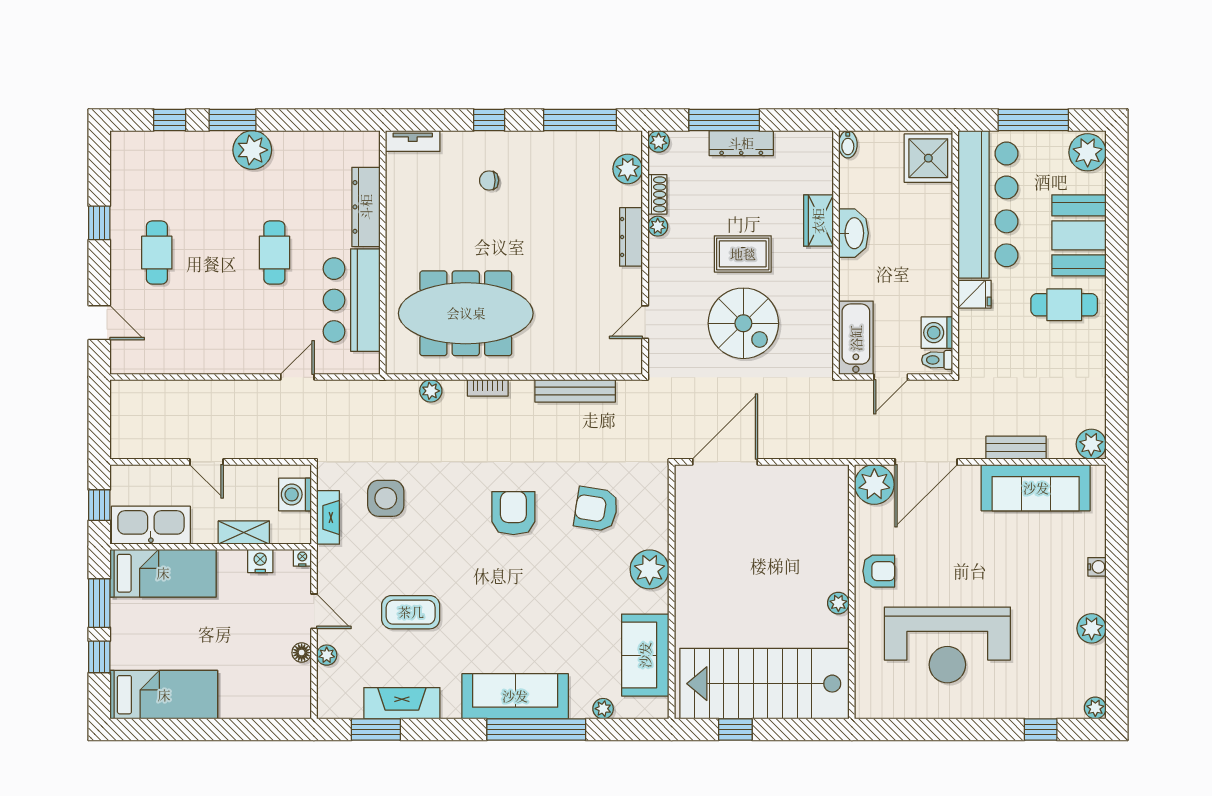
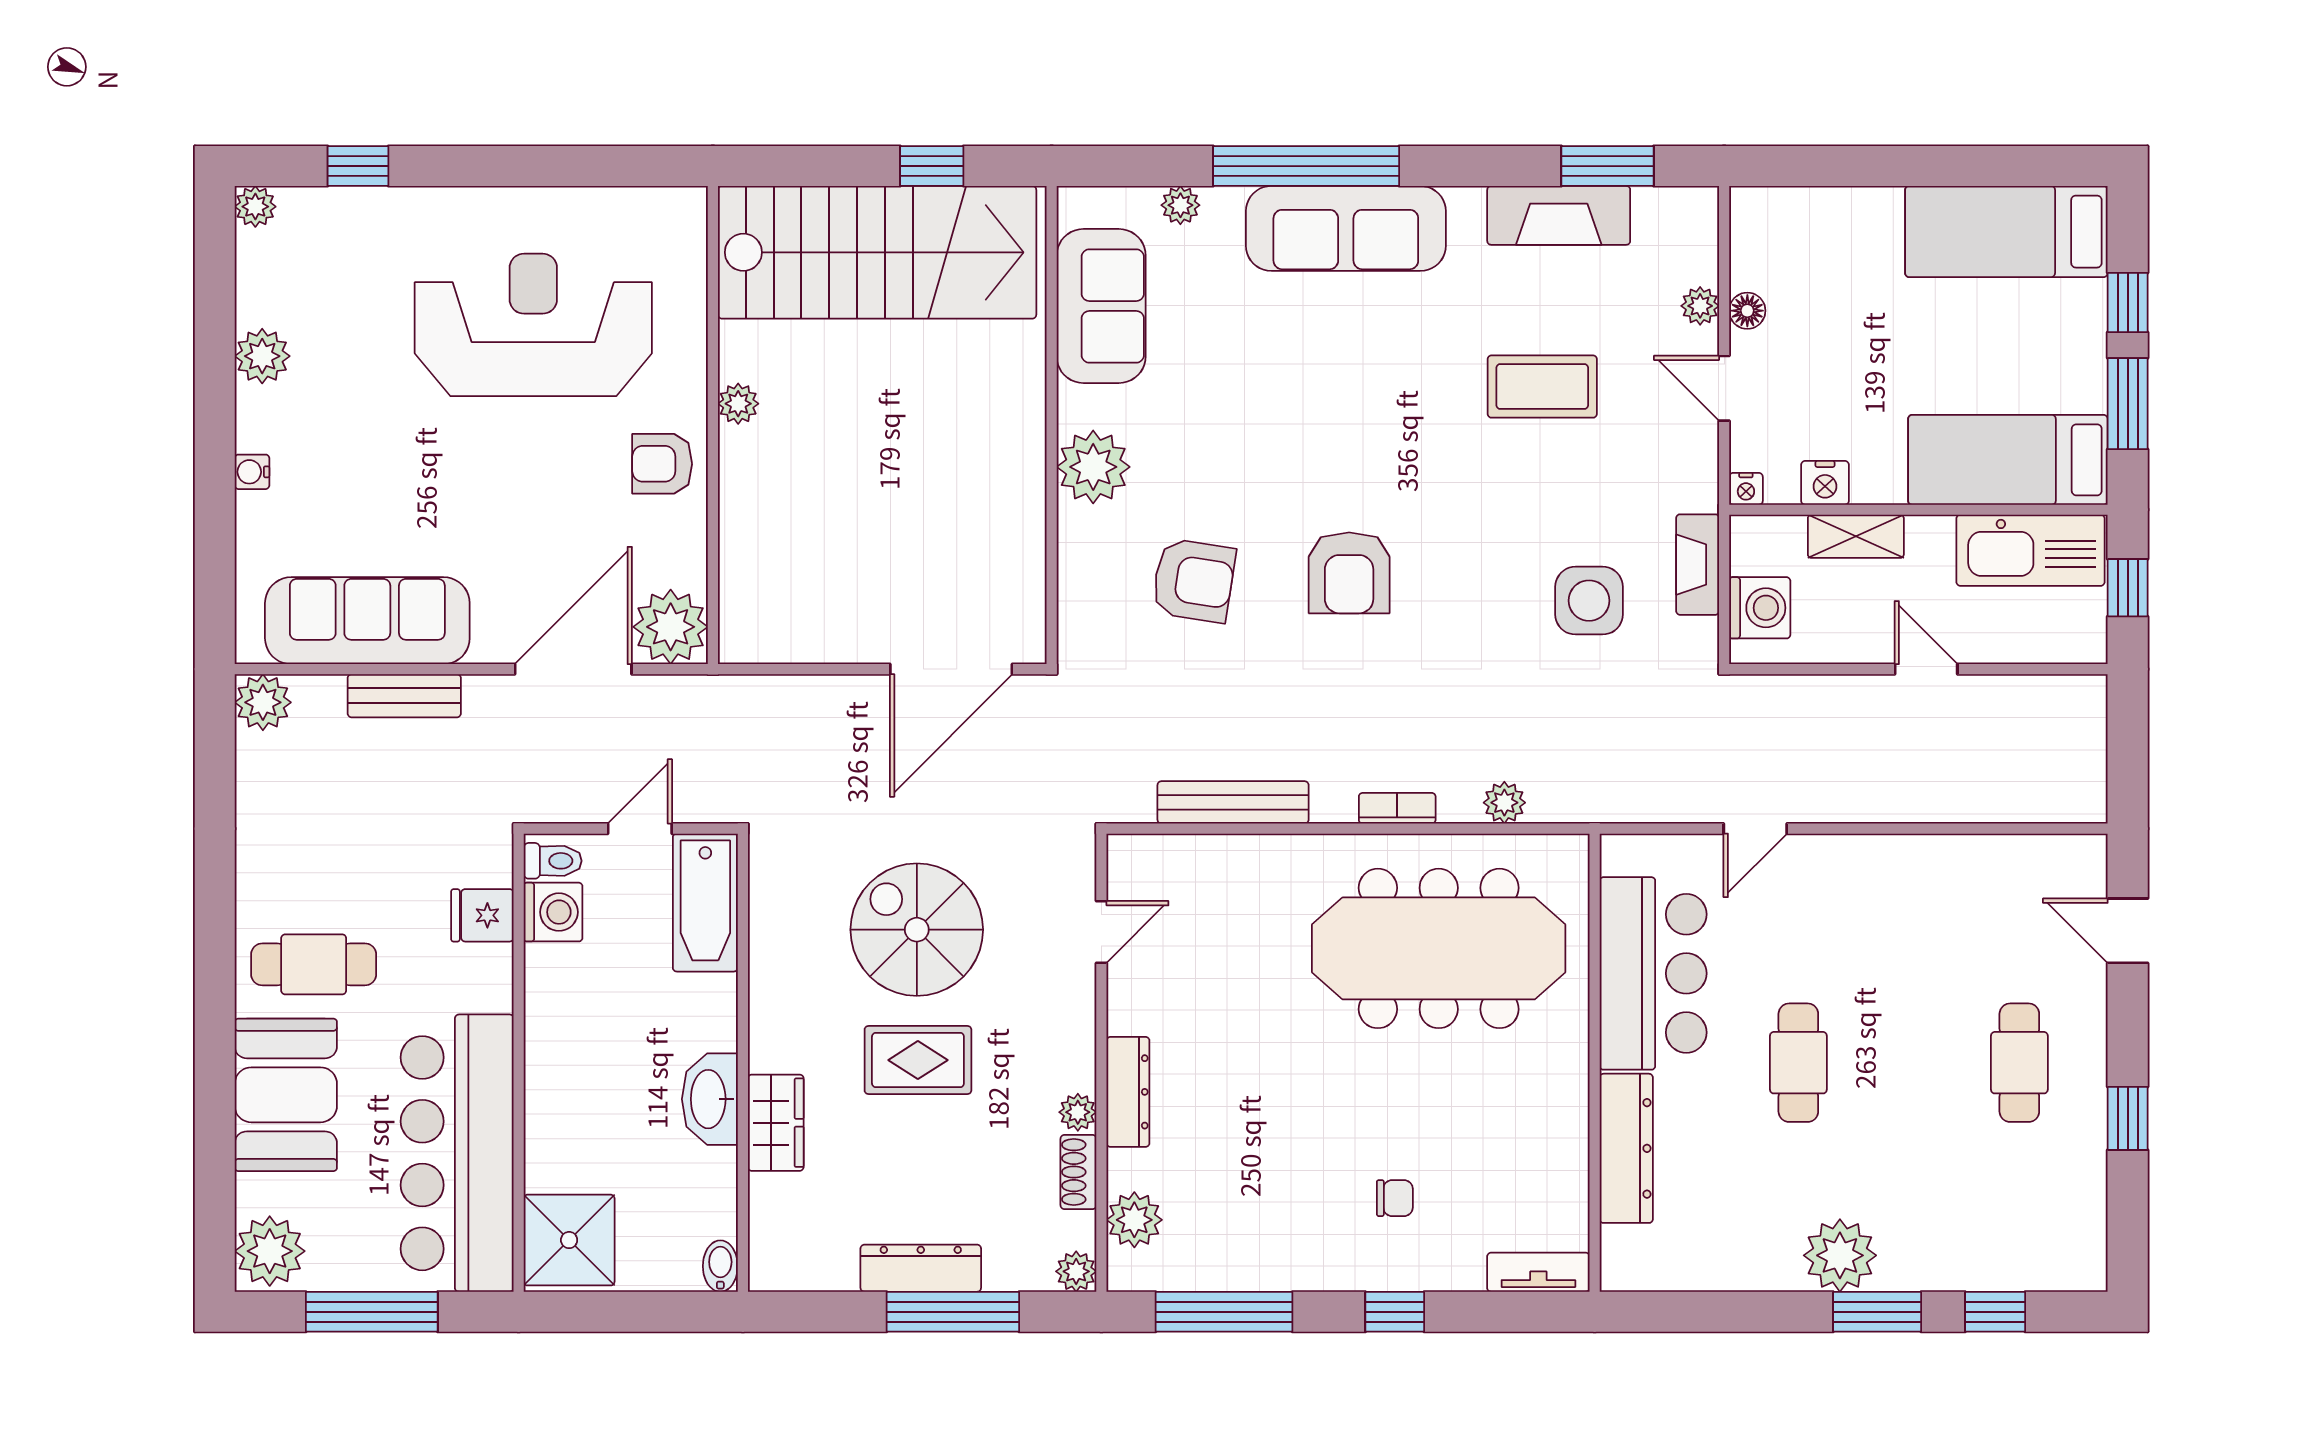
fridge: (974, 294) -> (482, 915), moved

